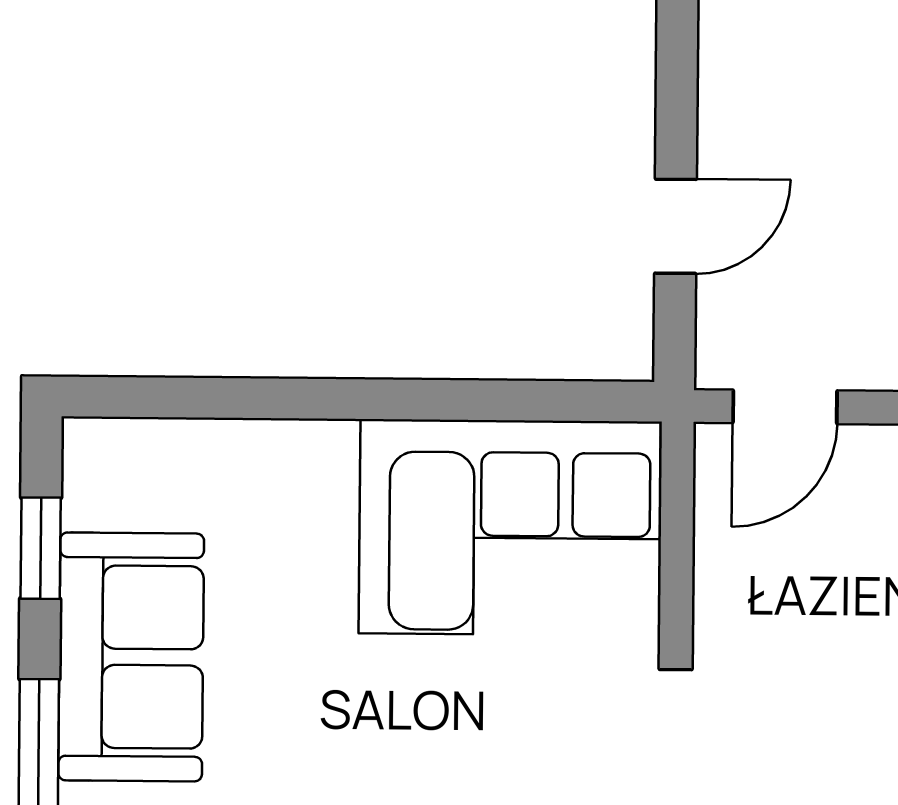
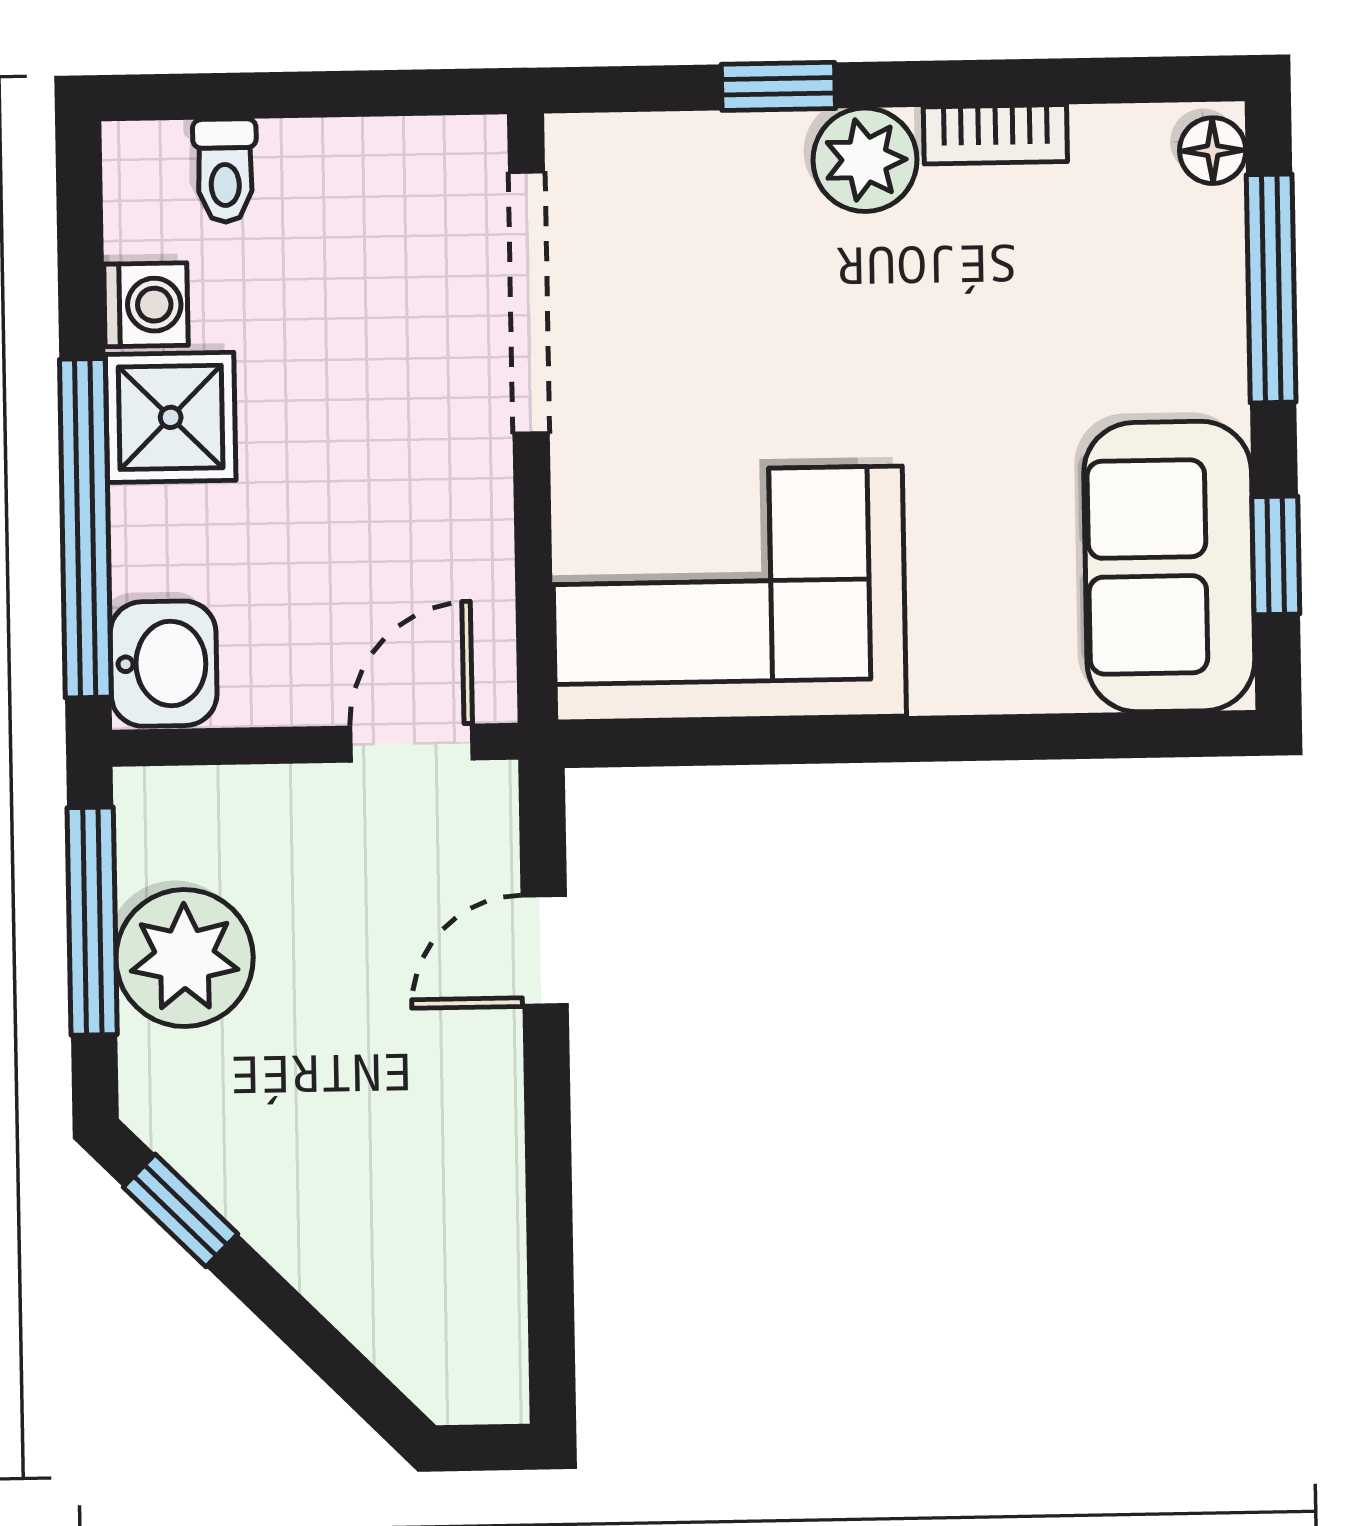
sofa: (131, 657) -> (1169, 567), moved

